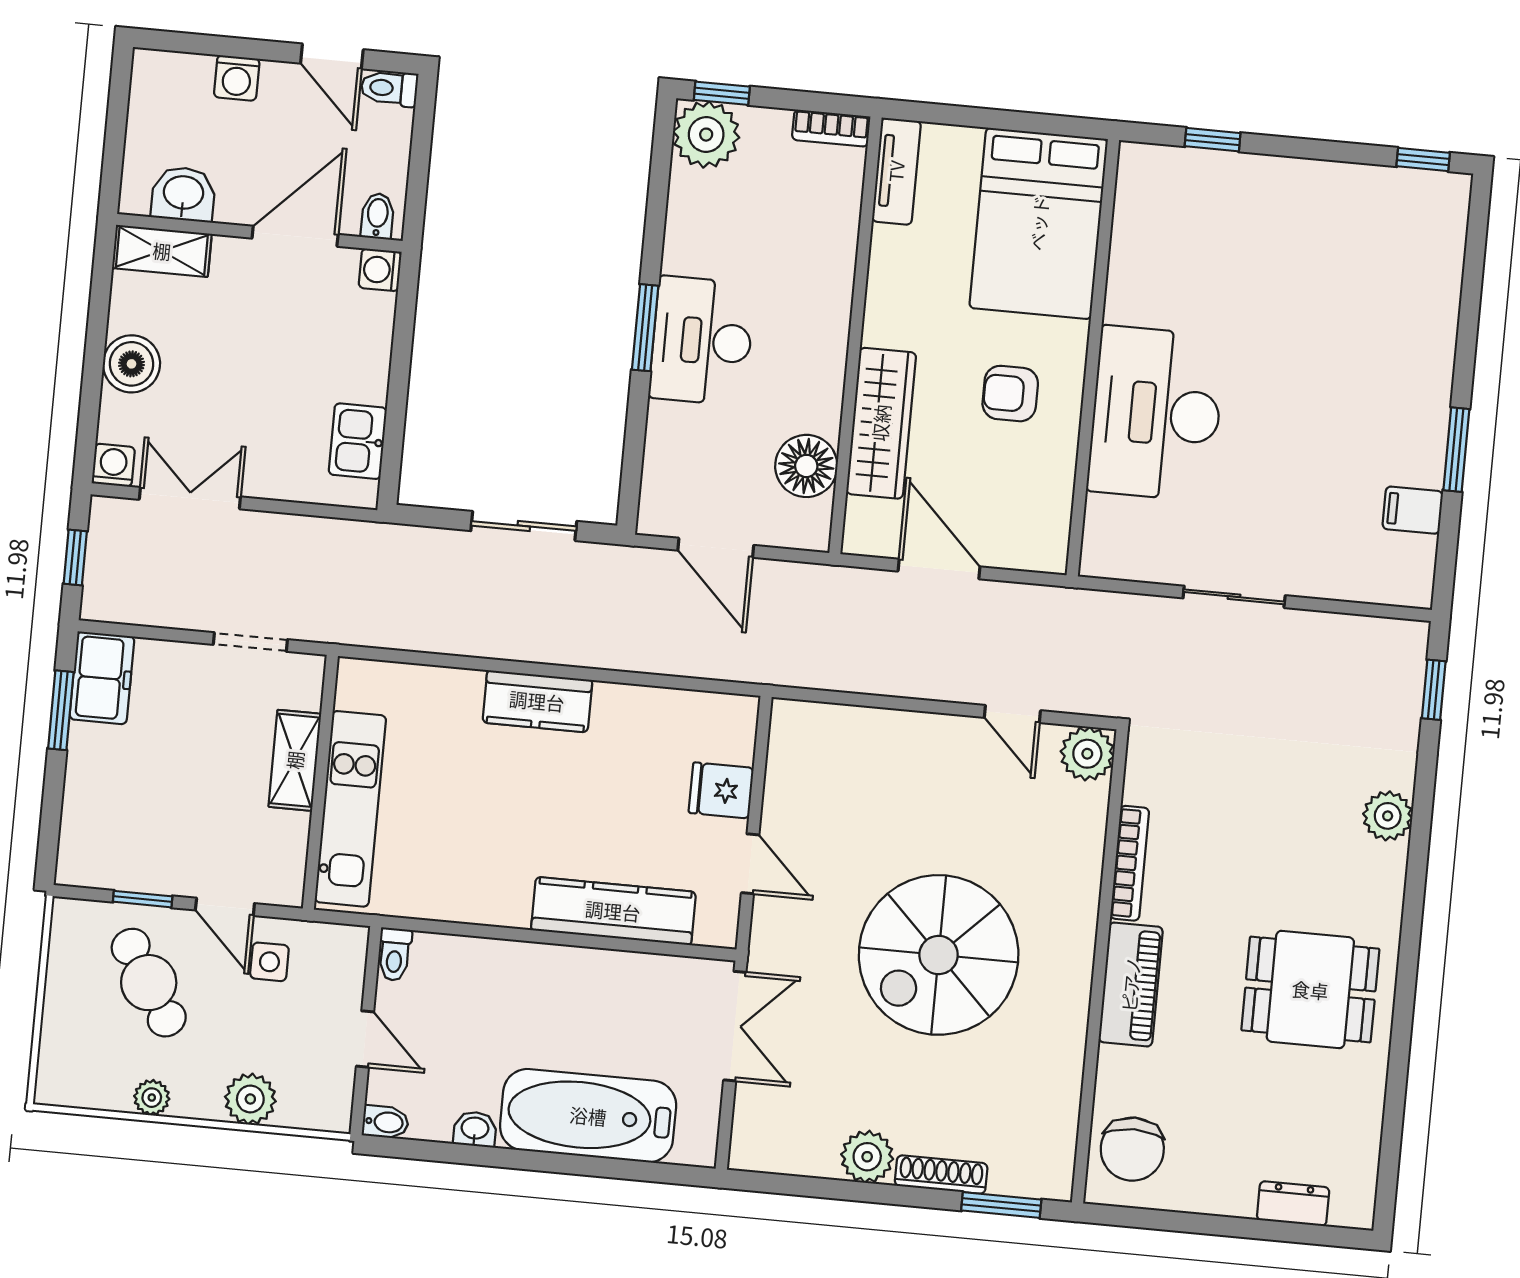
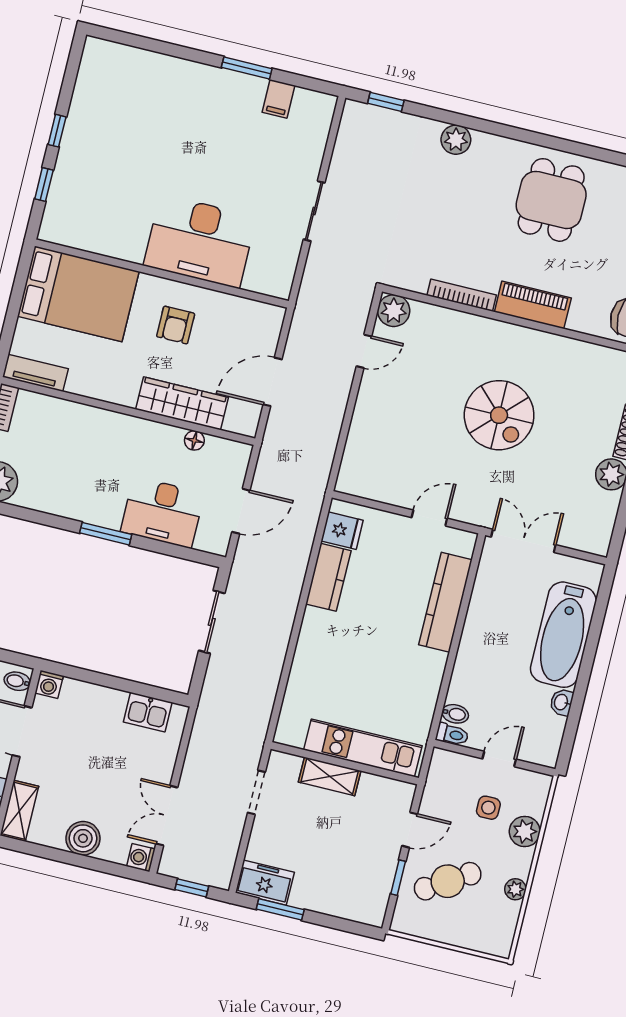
window: (1423, 160) -> (57, 131), moved
desk: (702, 341) -> (162, 512), moved
floor lamp: (806, 466) -> (194, 440), width x0.53, depth x0.53
kitchen counter: (537, 701) -> (328, 577), moved
fridge: (721, 790) -> (342, 531), moved, turned -90
spiral stairs: (939, 955) -> (499, 415), width x0.73, depth x0.73
side table: (269, 962) -> (488, 808), moved
bidet: (385, 1122) -> (455, 714), moved, turned 90

